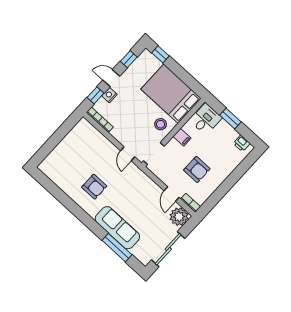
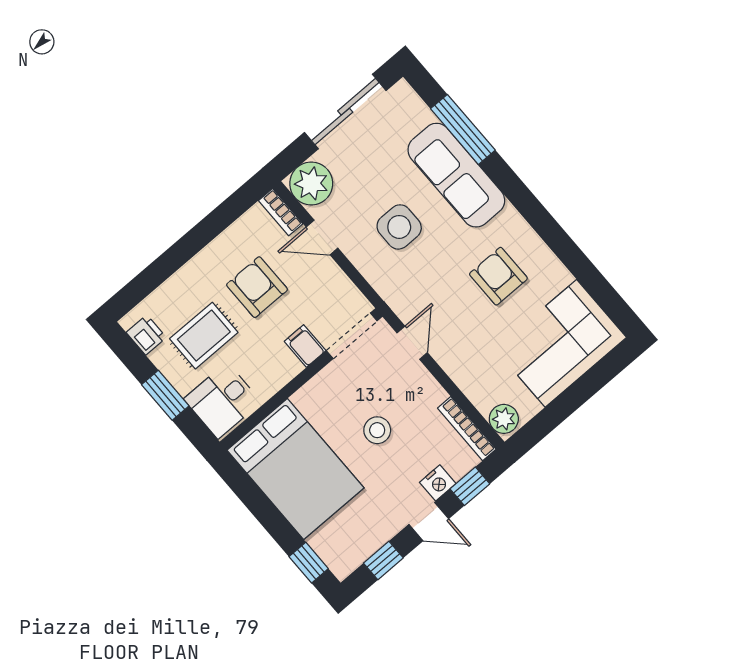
stool: (161, 124) -> (377, 430), moved
plant: (85, 126) -> (504, 419), added
filing cabinet: (182, 137) -> (305, 346), moved
rug: (217, 146) -> (204, 336), added
corner sofa: (64, 161) -> (561, 343), added
door: (172, 194) -> (322, 238), swing flipped
side table: (139, 203) -> (399, 227), added

